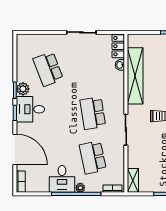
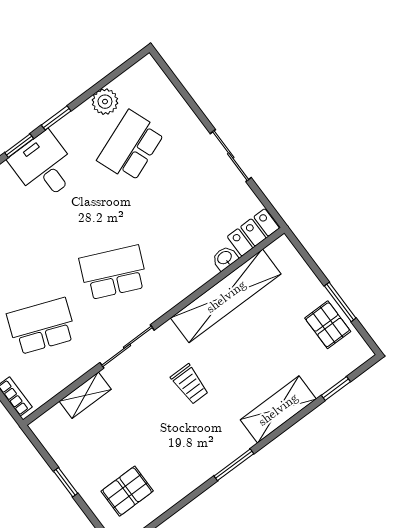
plant: (23, 89) -> (105, 102), moved
school desk: (93, 113) -> (113, 272), turned 33
school desk: (93, 157) -> (42, 326), turned 33
shelving: (133, 180) -> (85, 395), moved

